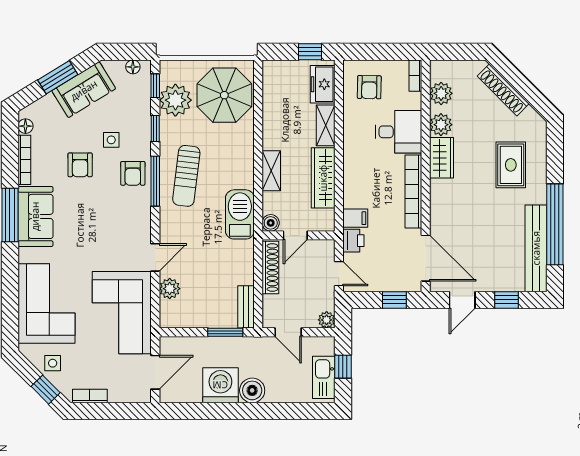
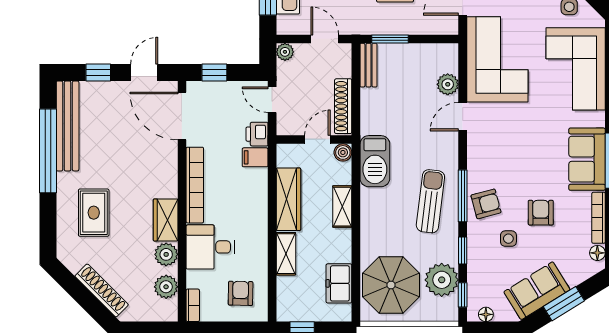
freezer: (323, 84) -> (339, 283), moved, turned 180
armchair: (133, 173) -> (486, 204), turned 75

